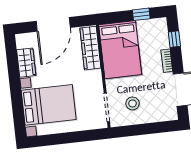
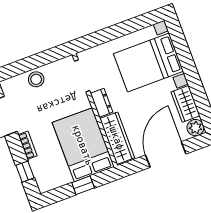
window: (141, 14) -> (83, 185), moved
plant: (23, 41) -> (195, 128), added
dresser: (96, 81) -> (102, 103), added
stool: (133, 103) -> (36, 79), moved

